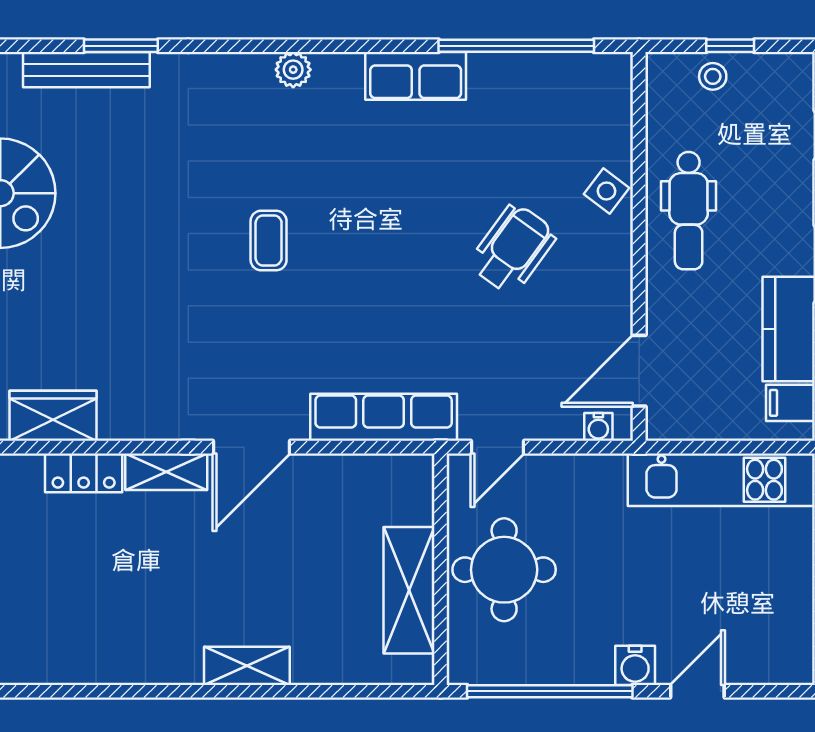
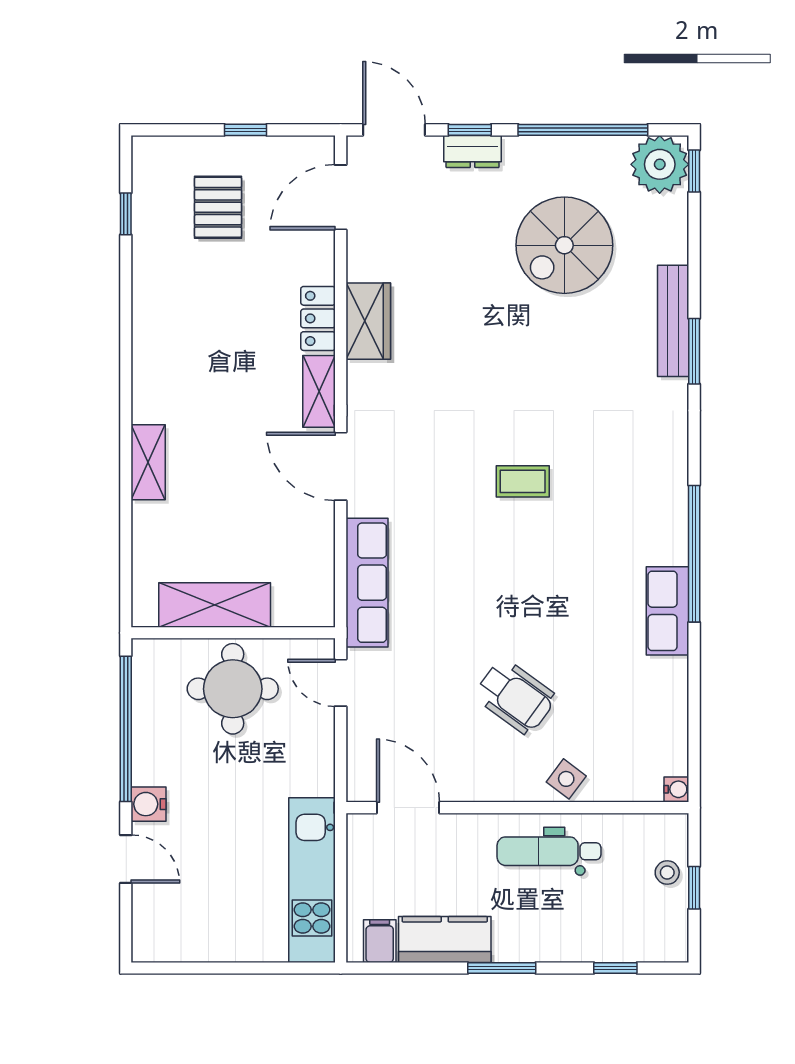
window: (516, 46) -> (694, 554), moved
plant: (293, 70) -> (673, 503), removed
wardrobe: (53, 416) -> (368, 321), moved
water cooler: (598, 427) -> (676, 789), moved, turned 180

